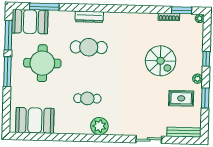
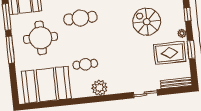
spiral stairs: (161, 61) -> (147, 22), turned 180
rug: (181, 98) -> (170, 53), width x1.36, depth x1.43
booth: (35, 120) -> (46, 85), width x1.36, depth x1.42

